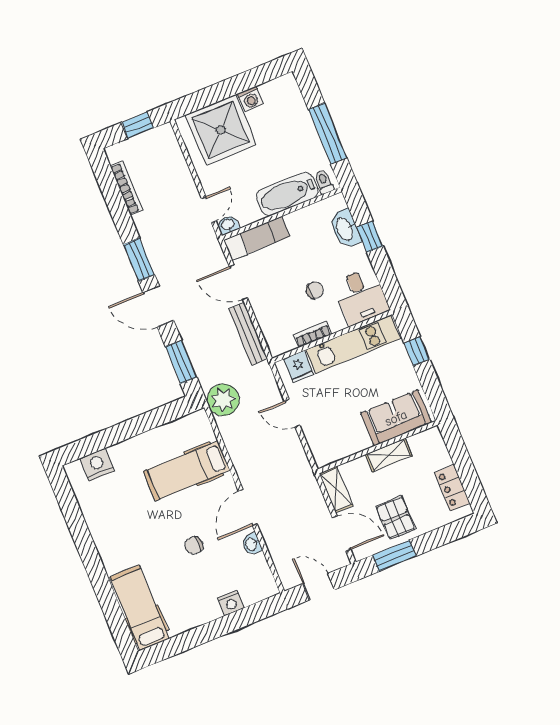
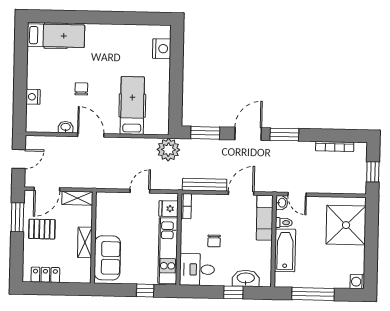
washing machine: (250, 99) -> (357, 282), moved
toilet: (324, 182) -> (284, 223), moved
bookcase: (312, 335) -> (186, 206), moved

